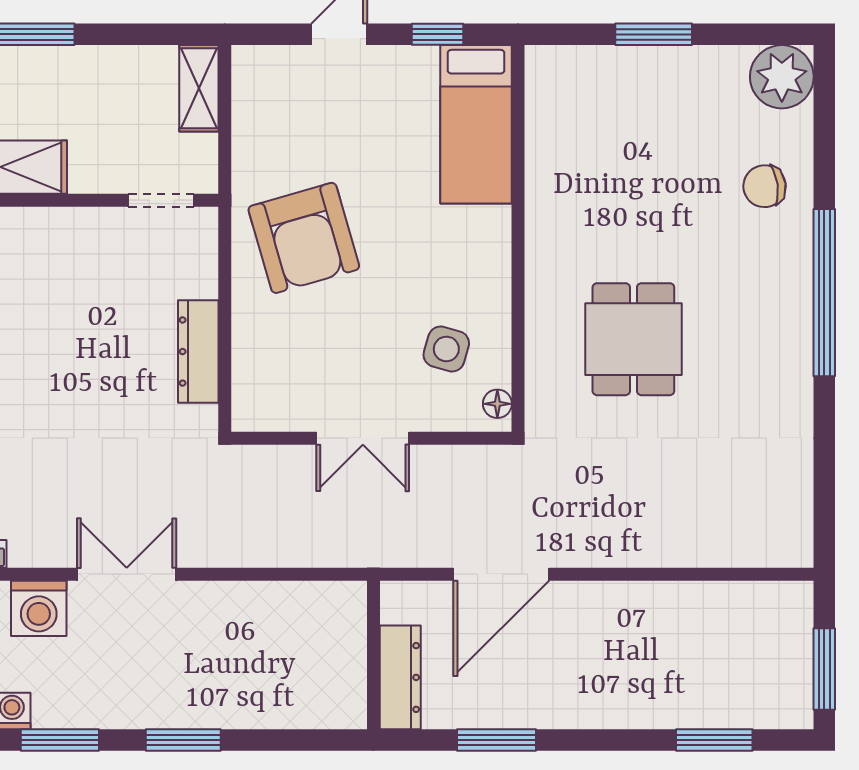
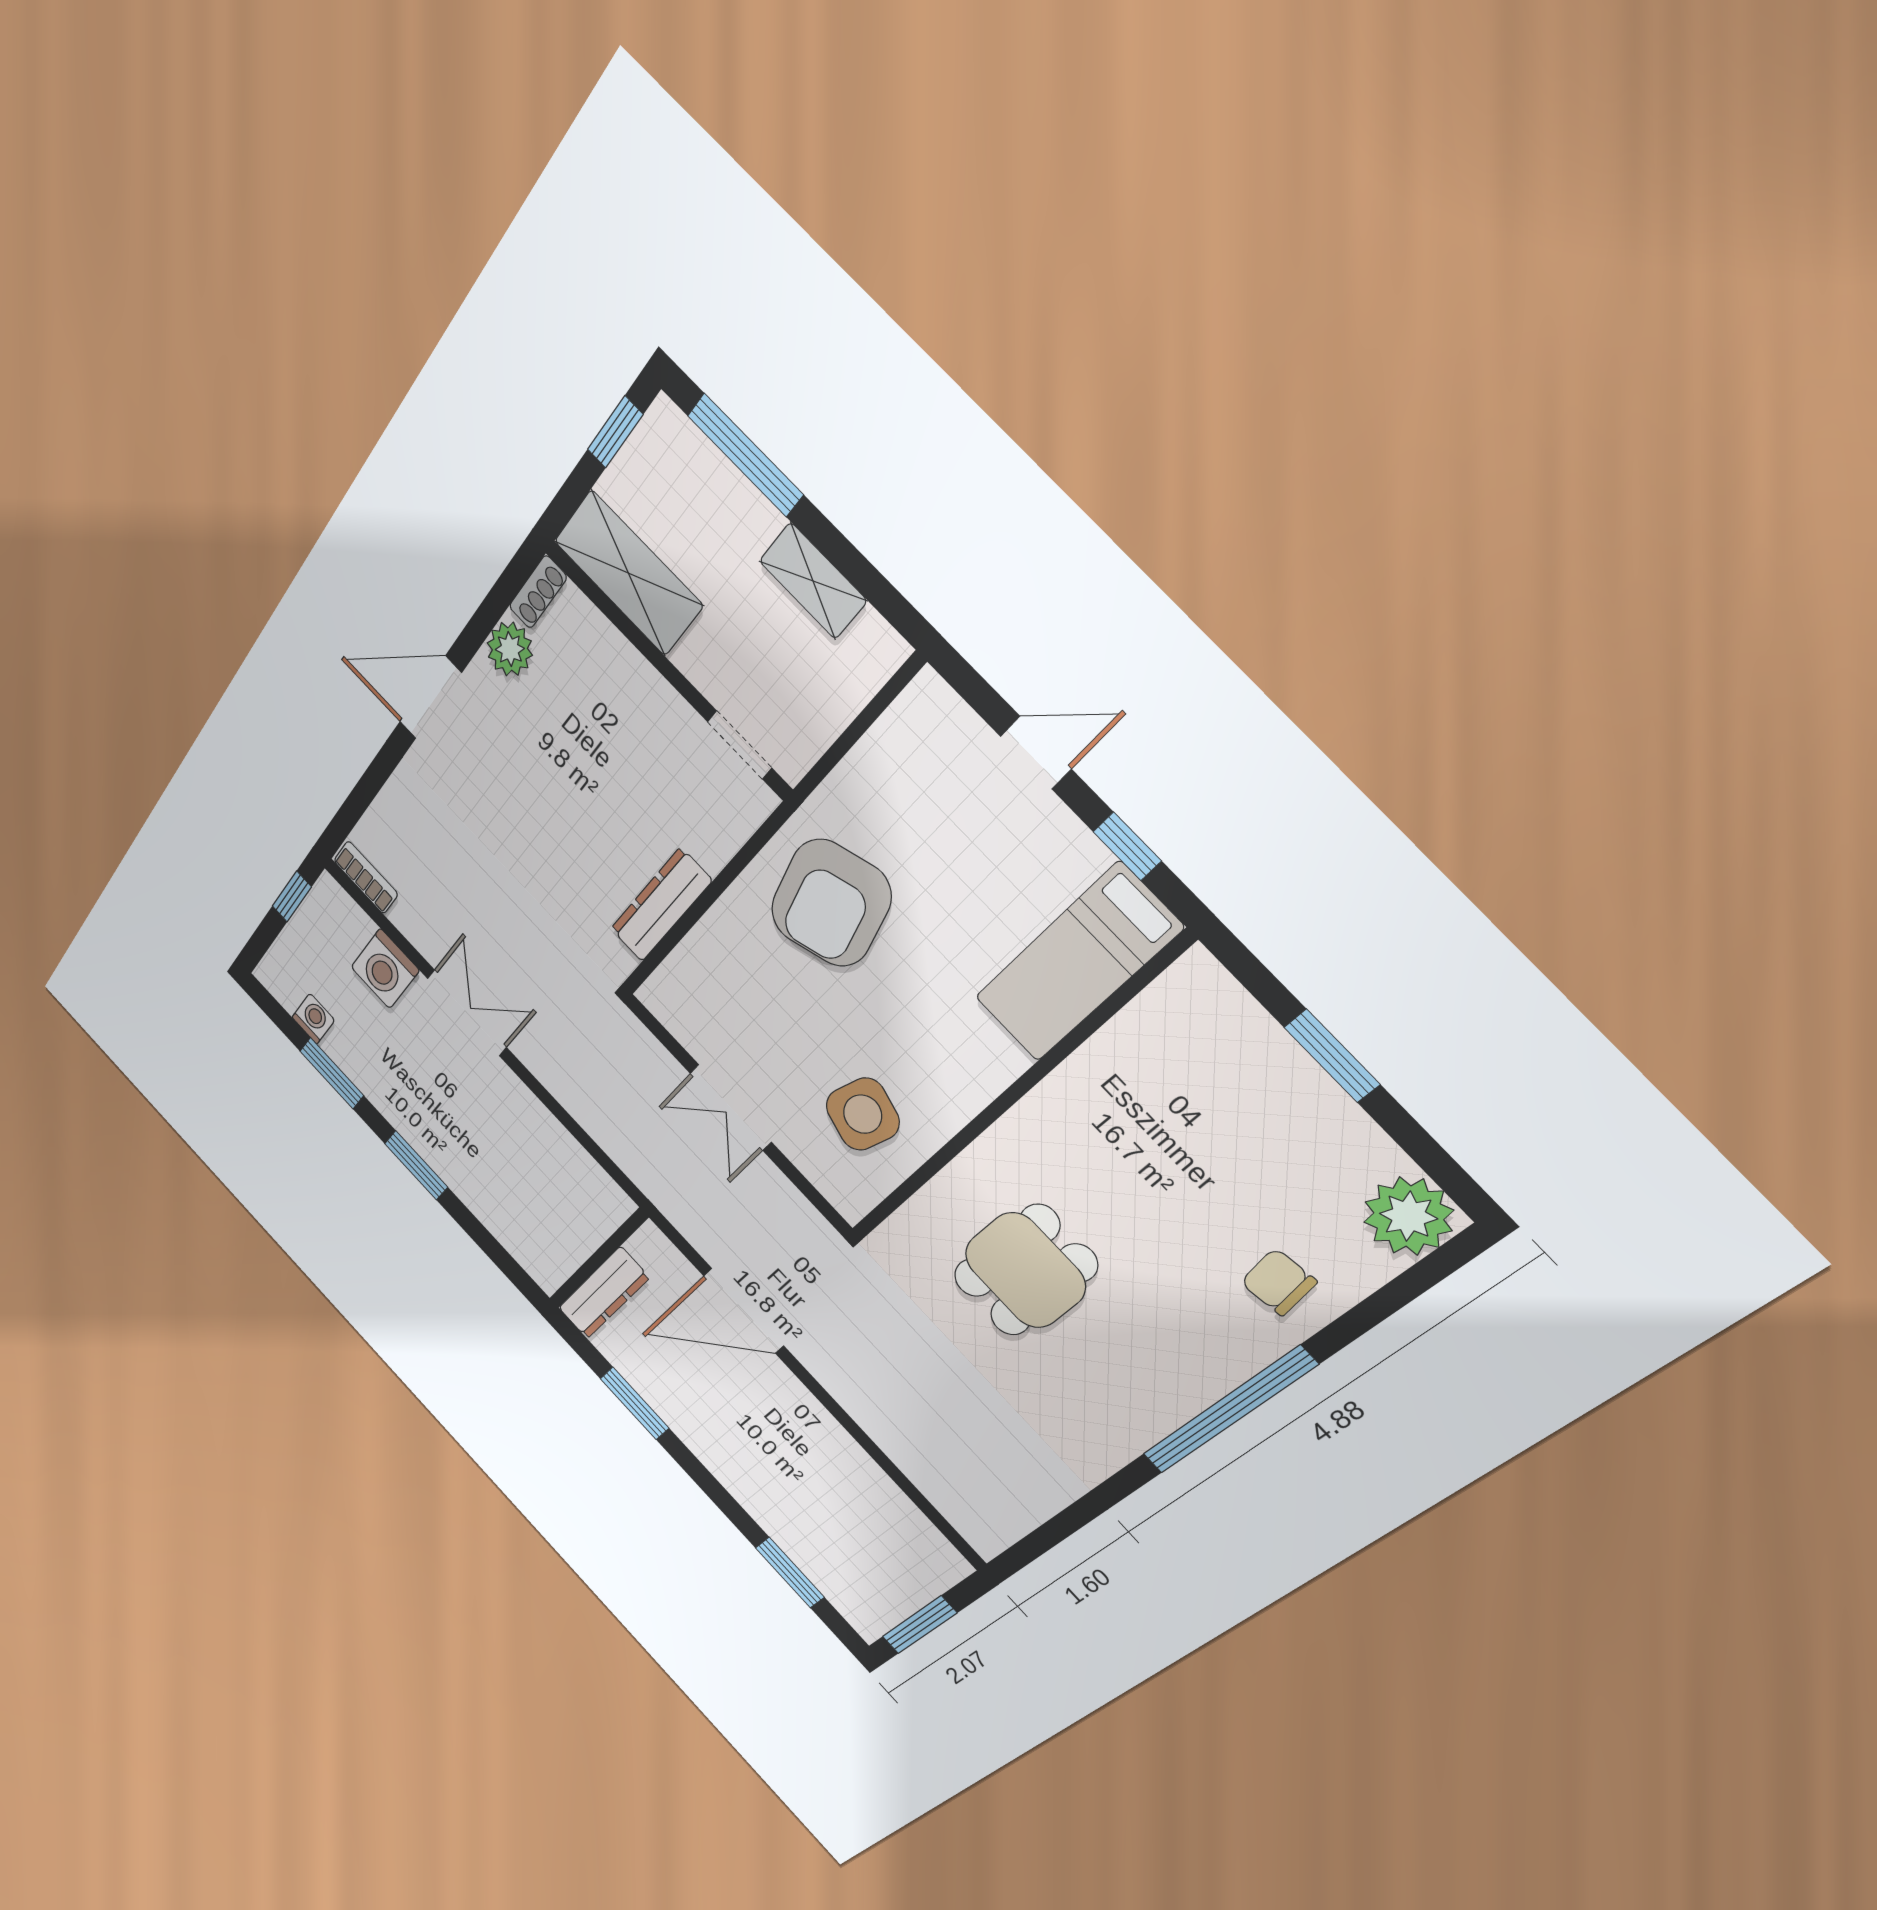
shelving: (199, 88) -> (813, 581), moved, turned 90
side table: (446, 349) -> (863, 1114), width x1.37, depth x1.37
floor lamp: (497, 404) -> (862, 1197), removed

